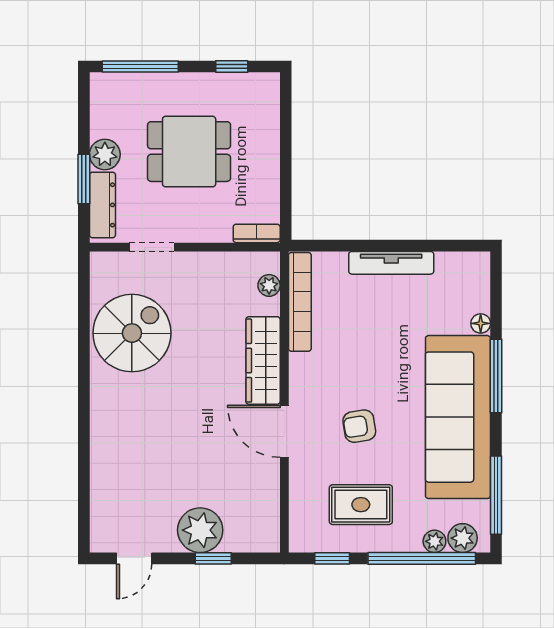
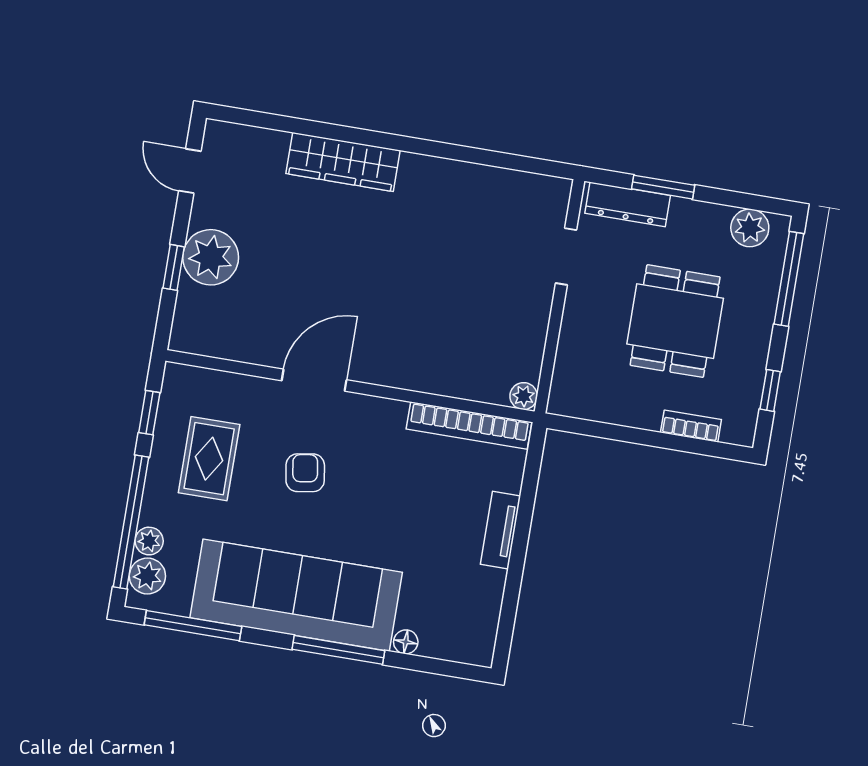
plant: (105, 154) -> (750, 228), moved
bookcase: (257, 233) -> (691, 426), moved, turned -90
tv unit: (391, 263) -> (501, 530), width x0.71
plant: (269, 285) -> (524, 396), moved
spiral stairs: (132, 333) -> (465, 214), removed
wardrobe: (263, 361) -> (343, 162), moved, turned 180

